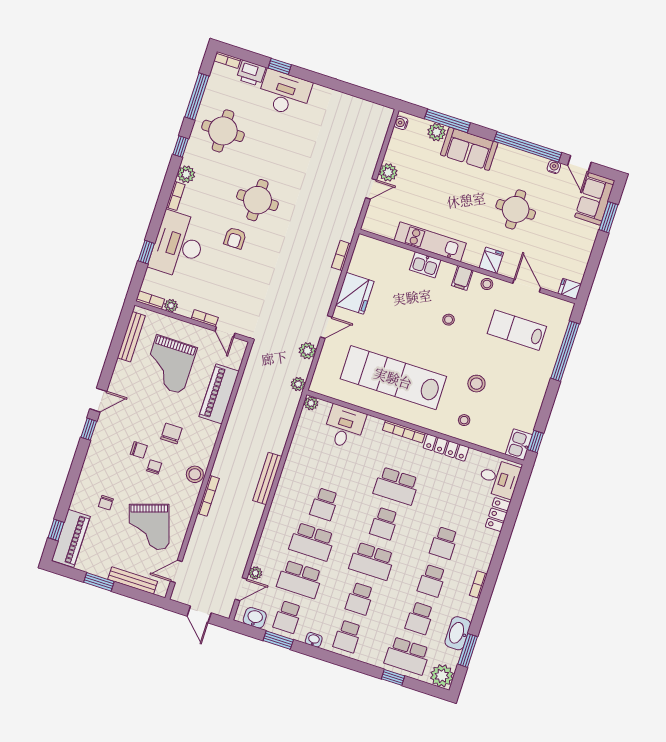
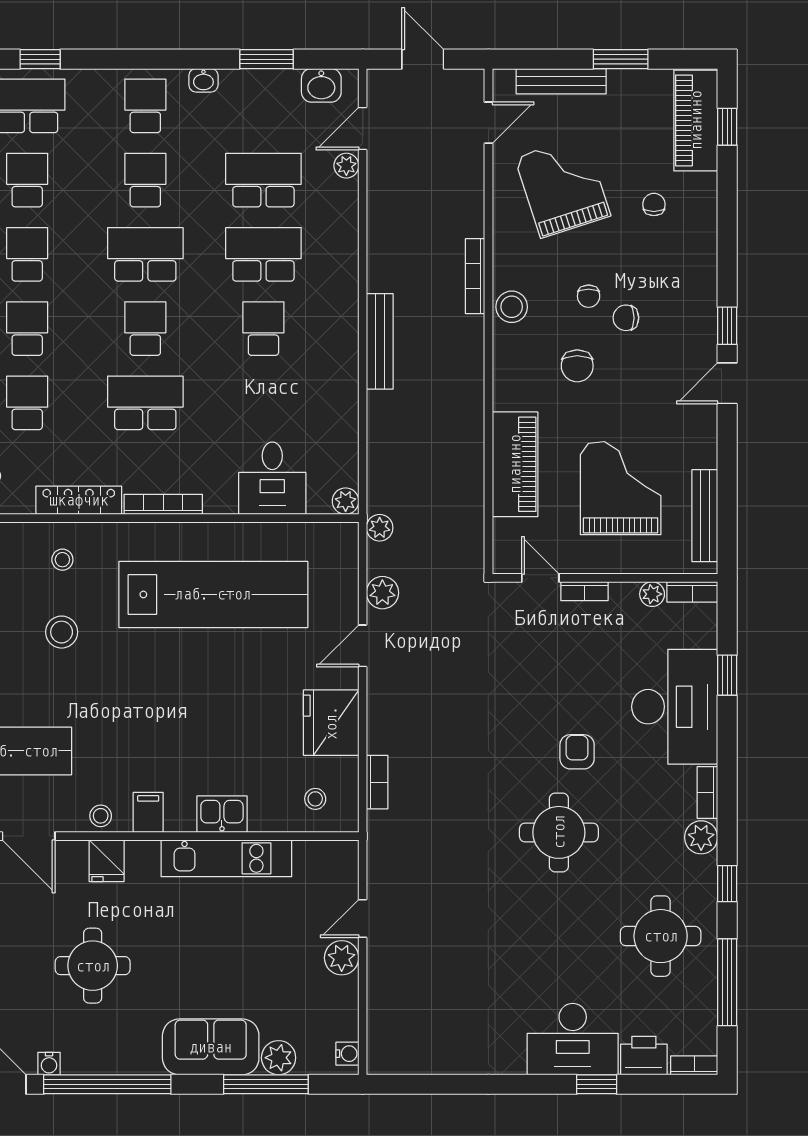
stool: (449, 320) -> (315, 799), moved
school desk: (288, 617) -> (27, 403), moved

